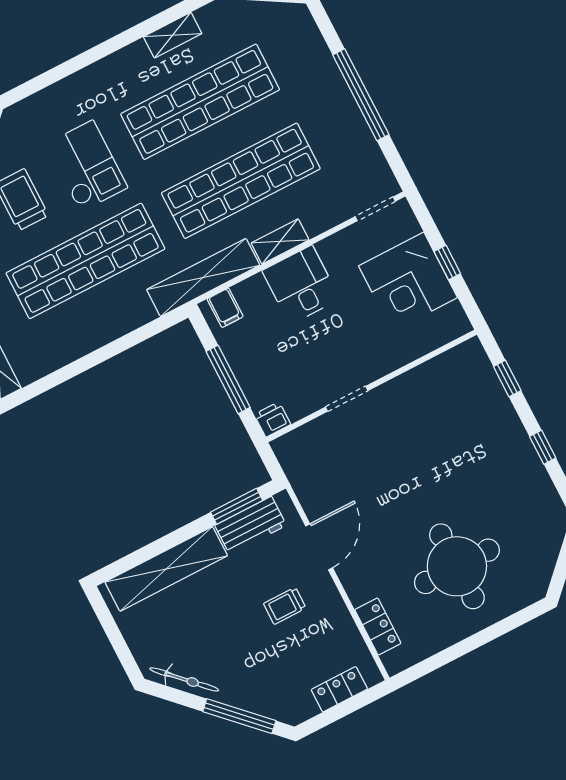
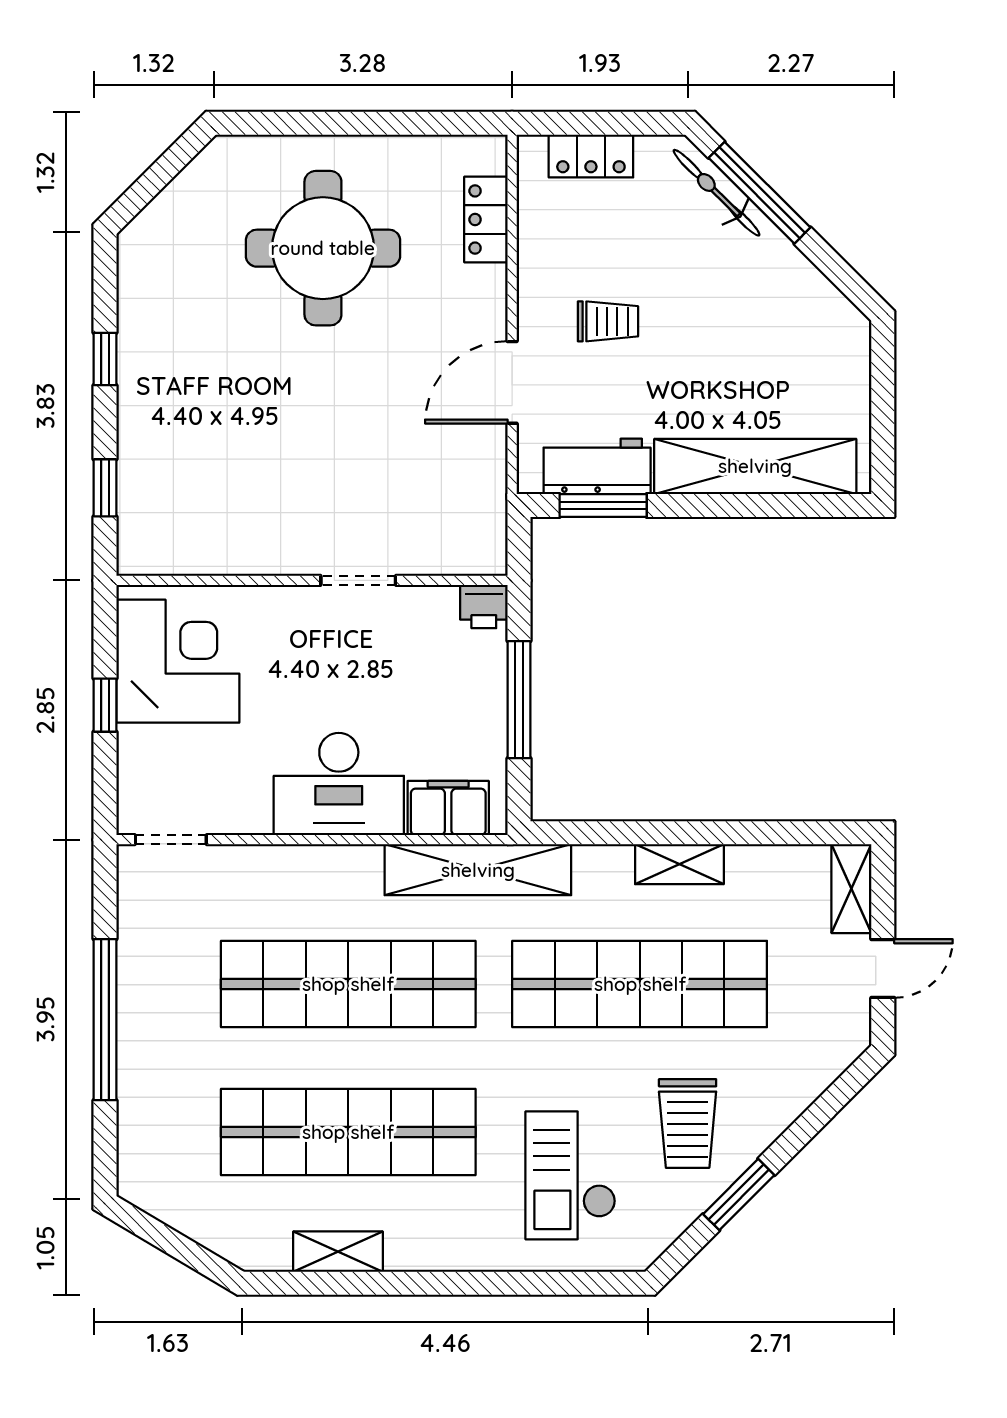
checkout: (87, 166) -> (570, 1175), moved
shelving: (280, 241) -> (679, 864), moved
corner desk: (408, 282) -> (178, 661), moved
desk: (301, 285) -> (339, 784), width x1.37
filing cabinet: (225, 308) -> (448, 808), width x2.00
bicycle: (184, 679) -> (717, 193), moved

